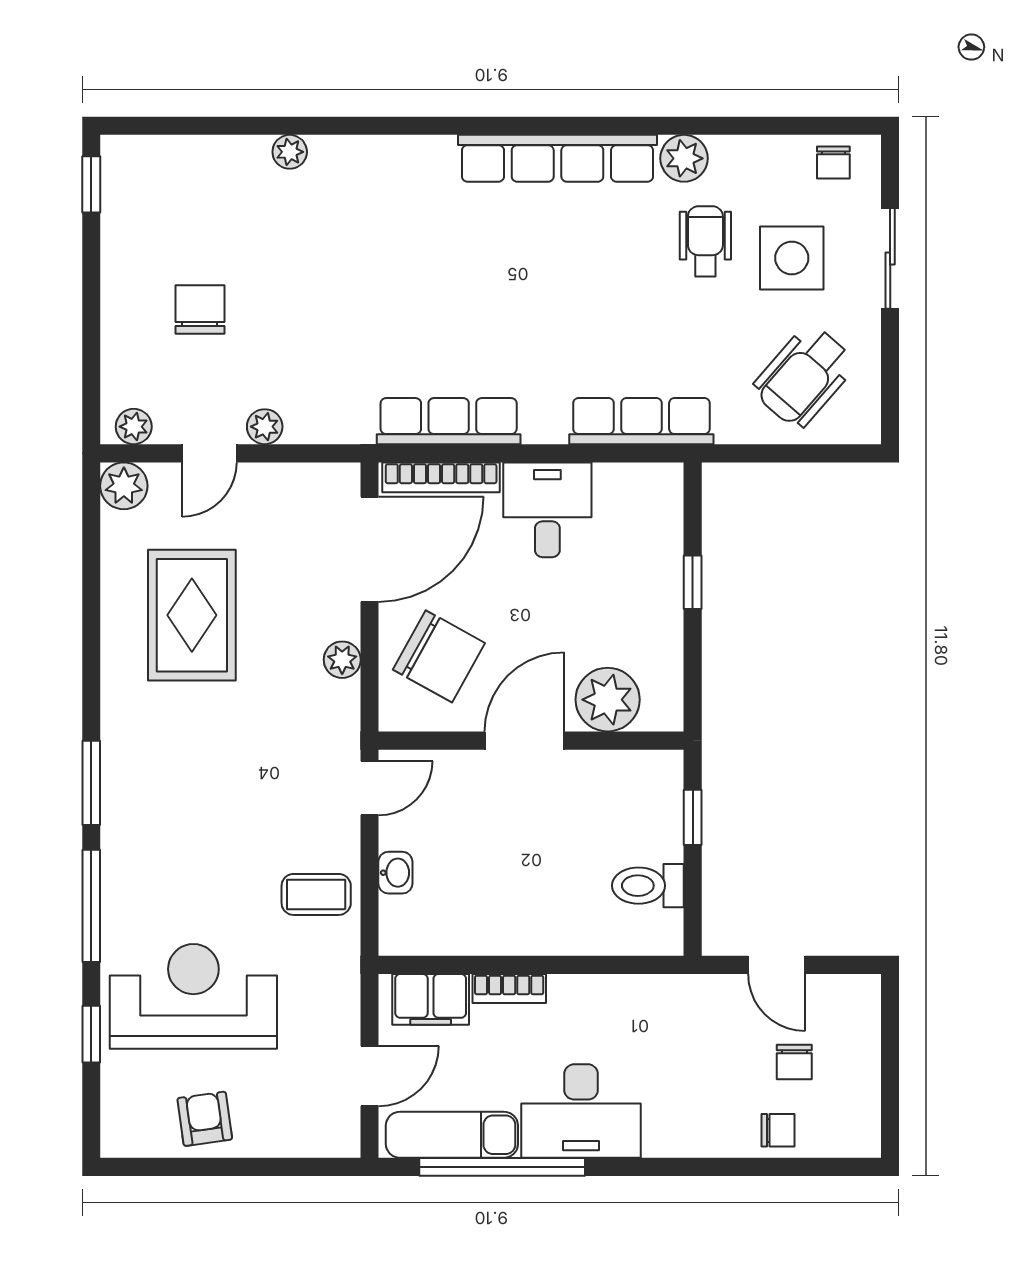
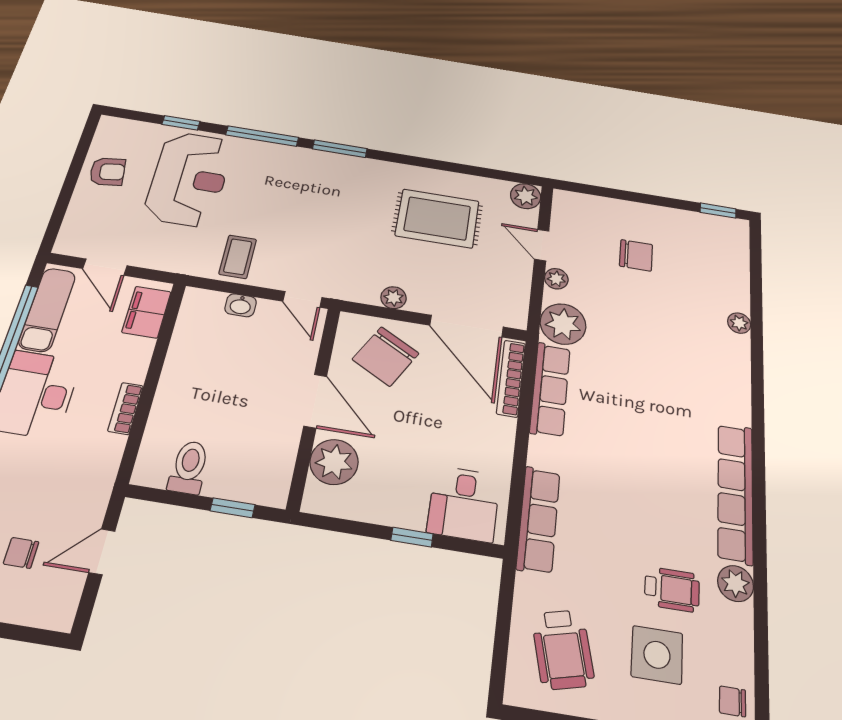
wheelchair: (804, 376) -> (563, 649), turned -145
plant: (134, 427) -> (563, 324), moved, width x1.88, depth x1.88
desk: (547, 510) -> (464, 504), moved, turned 90
bookcase: (509, 989) -> (126, 408), moved

